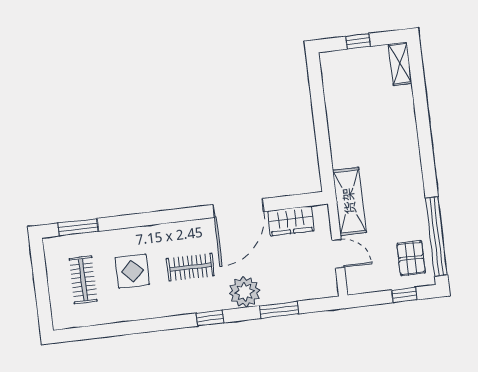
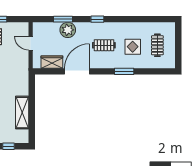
shelving: (349, 201) -> (22, 113), moved
window: (78, 227) -> (124, 71), moved
plant: (245, 292) -> (68, 30), moved

